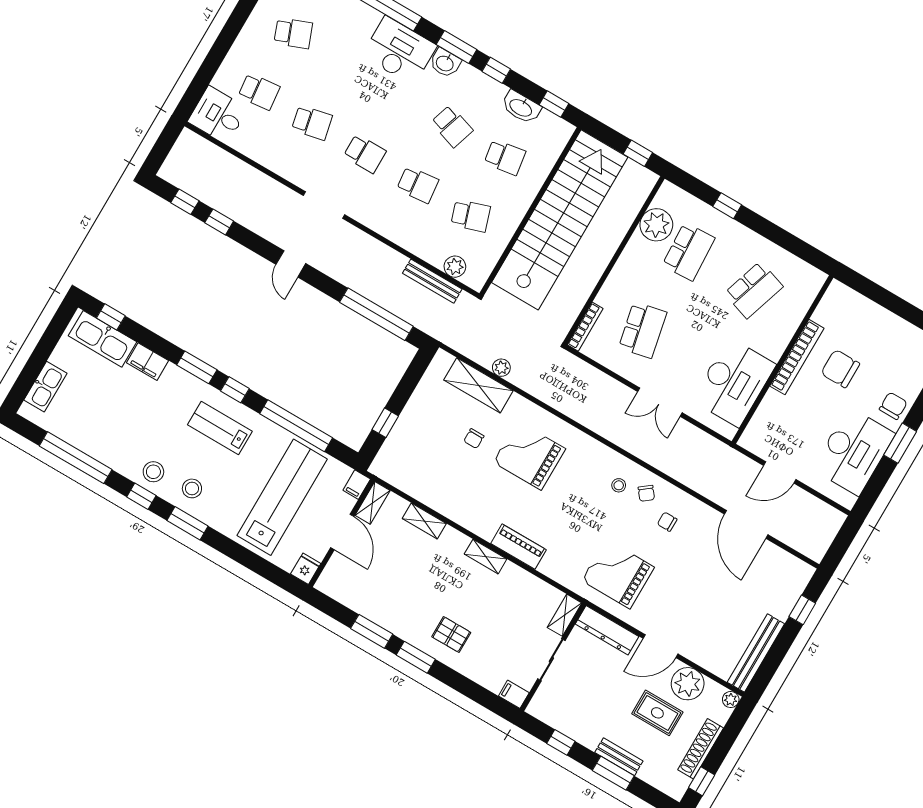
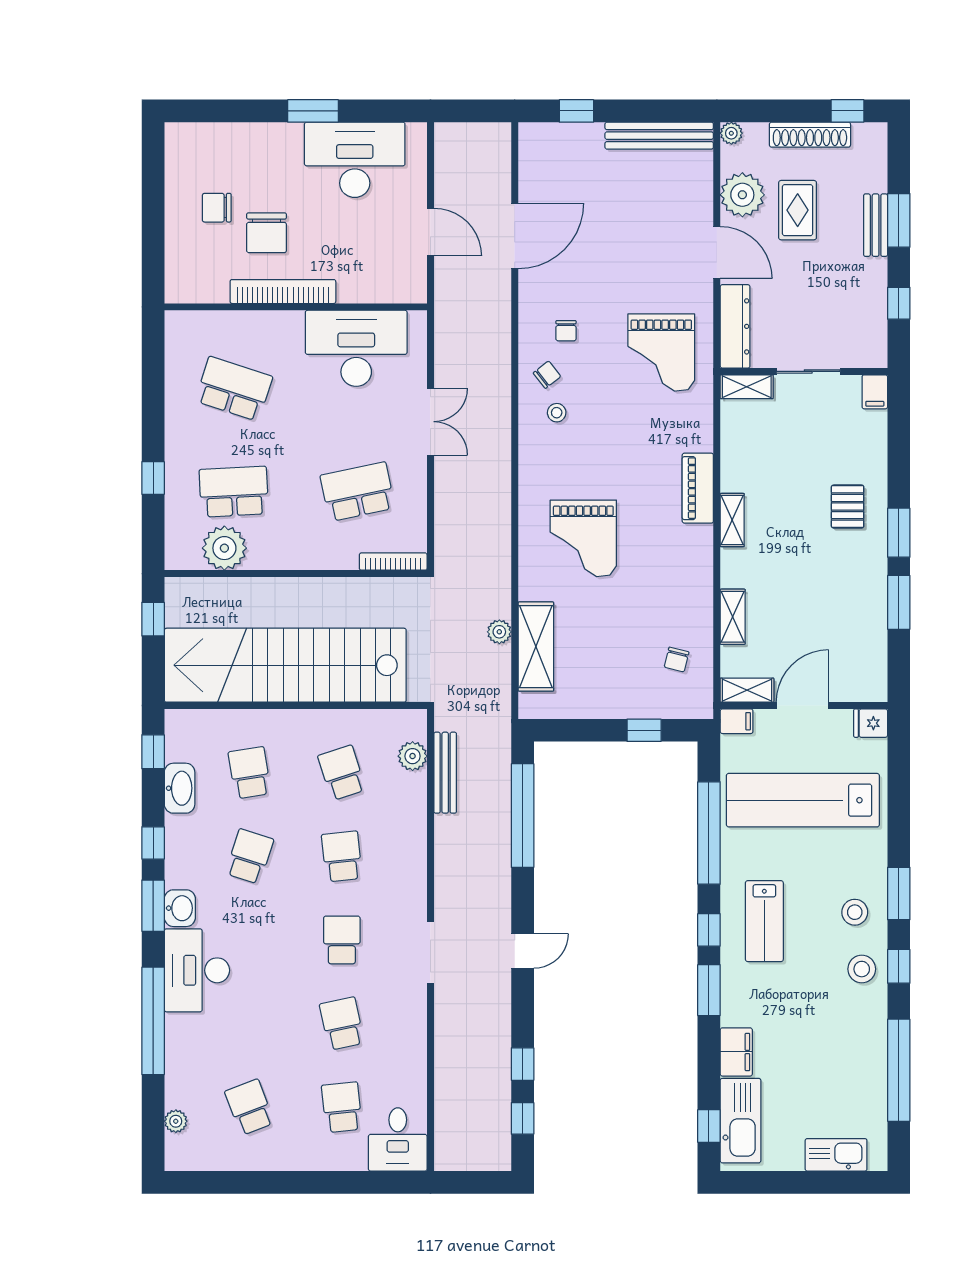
chair: (893, 406) -> (217, 208), moved
chair: (474, 439) -> (677, 660), moved, turned 104

